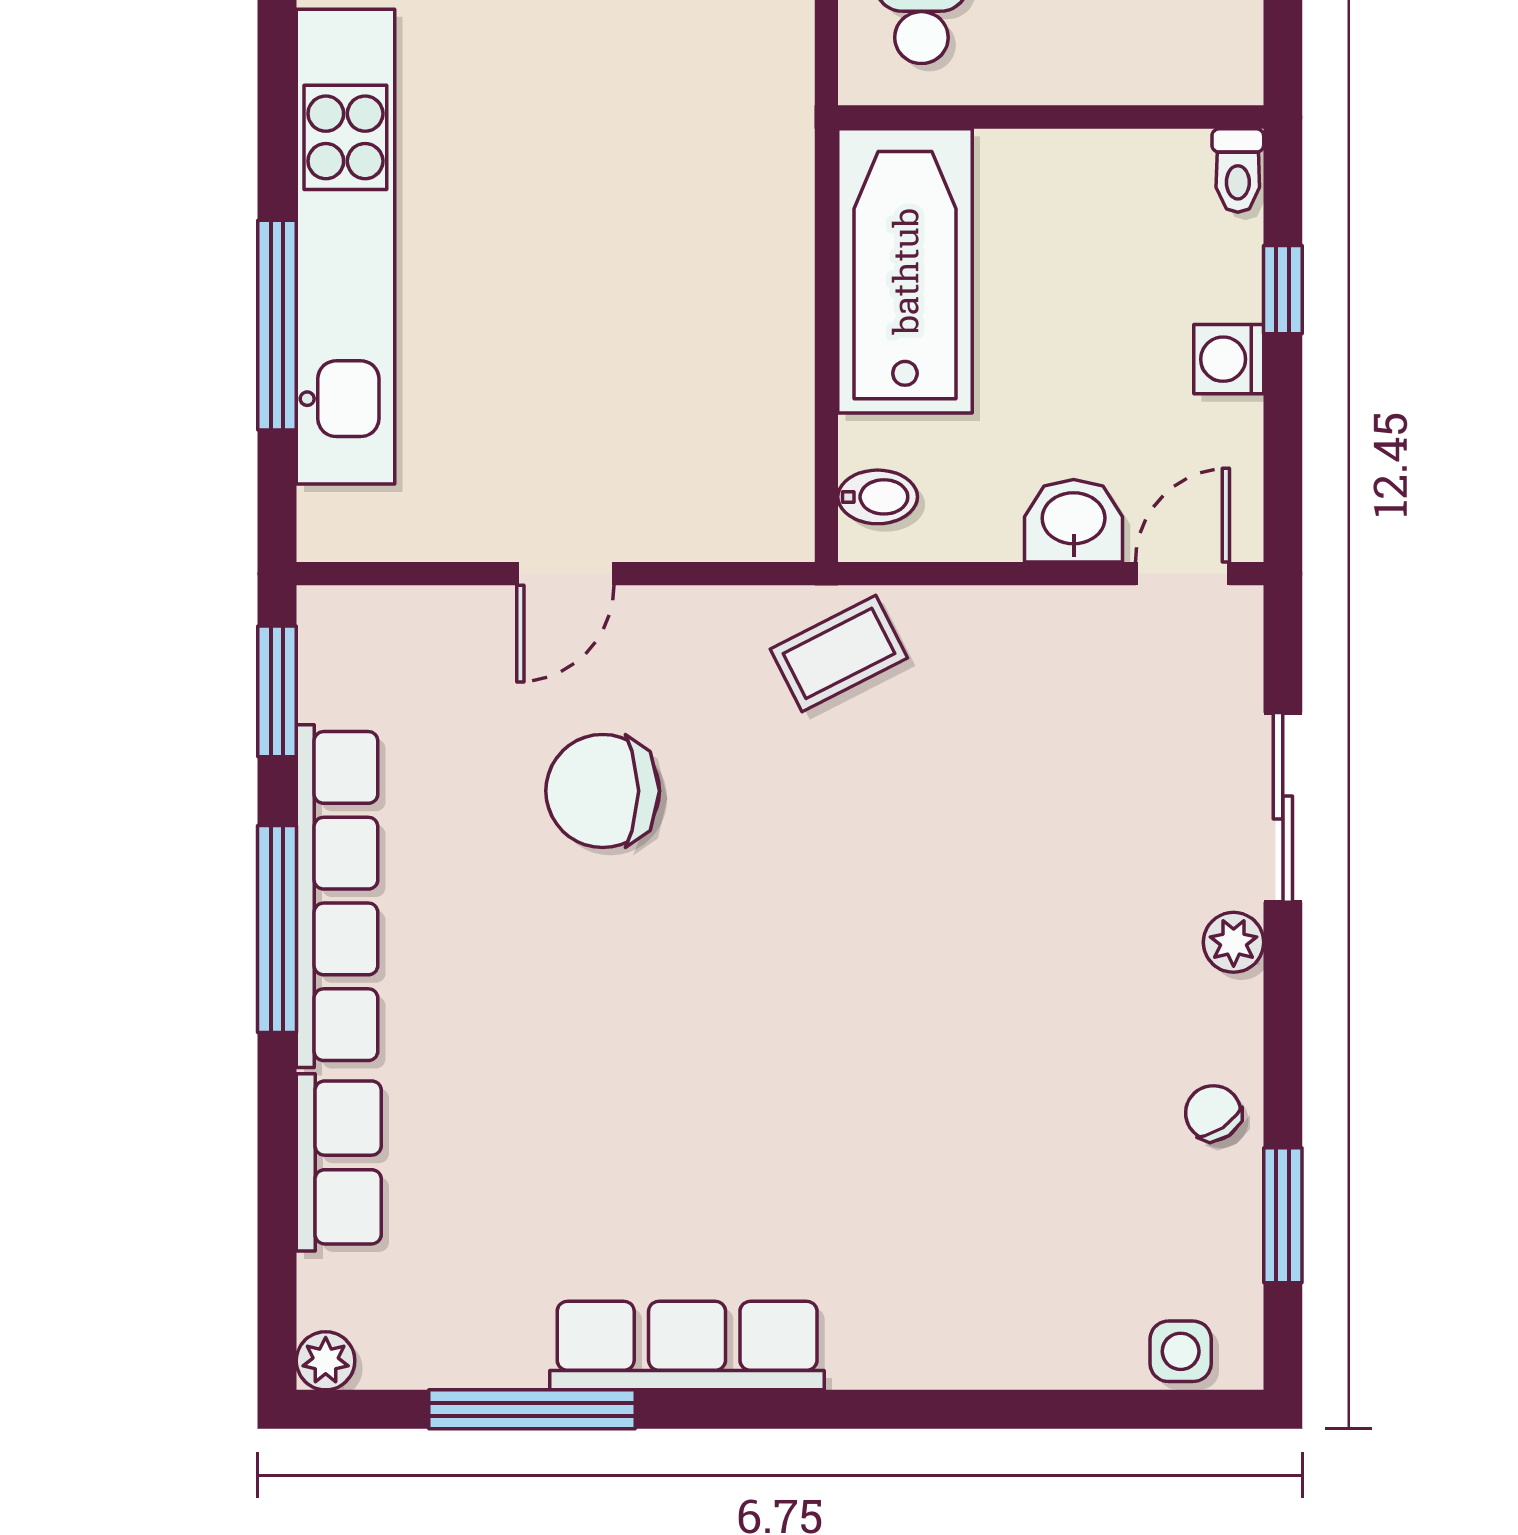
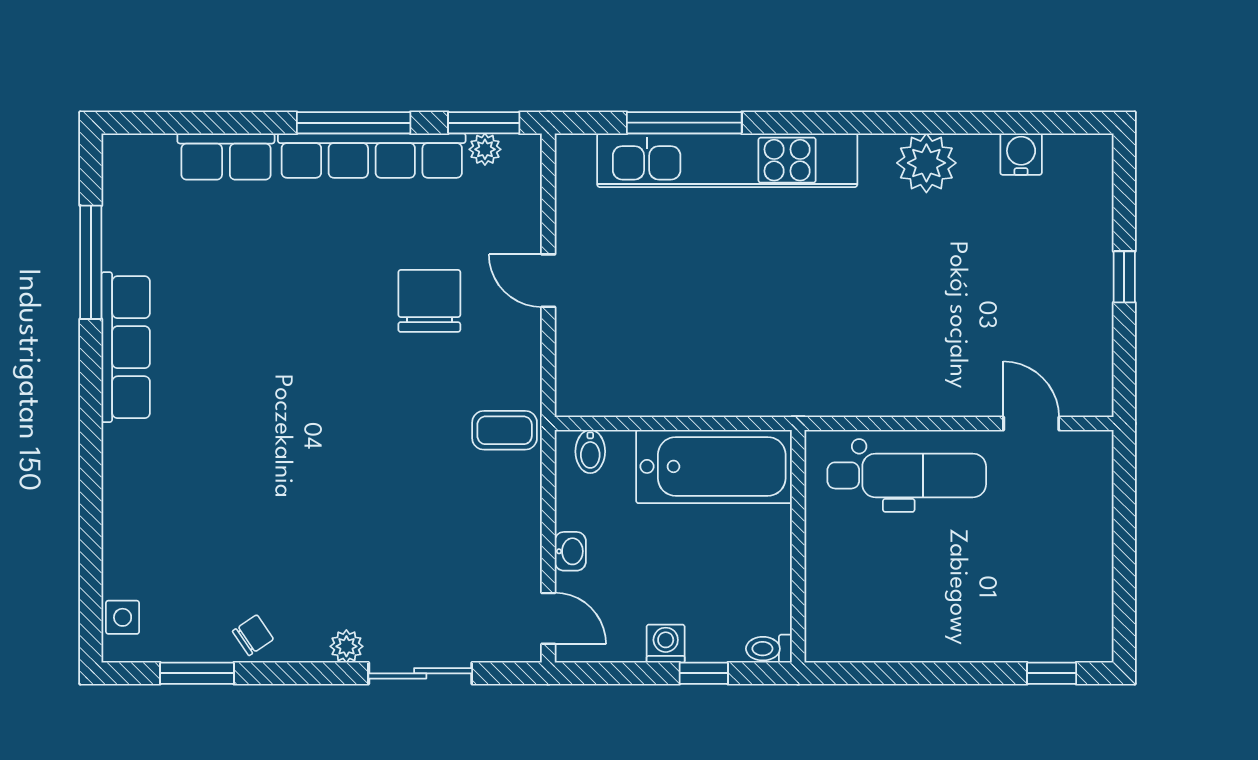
washbasin: (1074, 521) -> (570, 551), width x0.72, depth x0.69
coffee table: (839, 653) -> (505, 430), turned -63
plant: (326, 1361) -> (485, 149), moved

